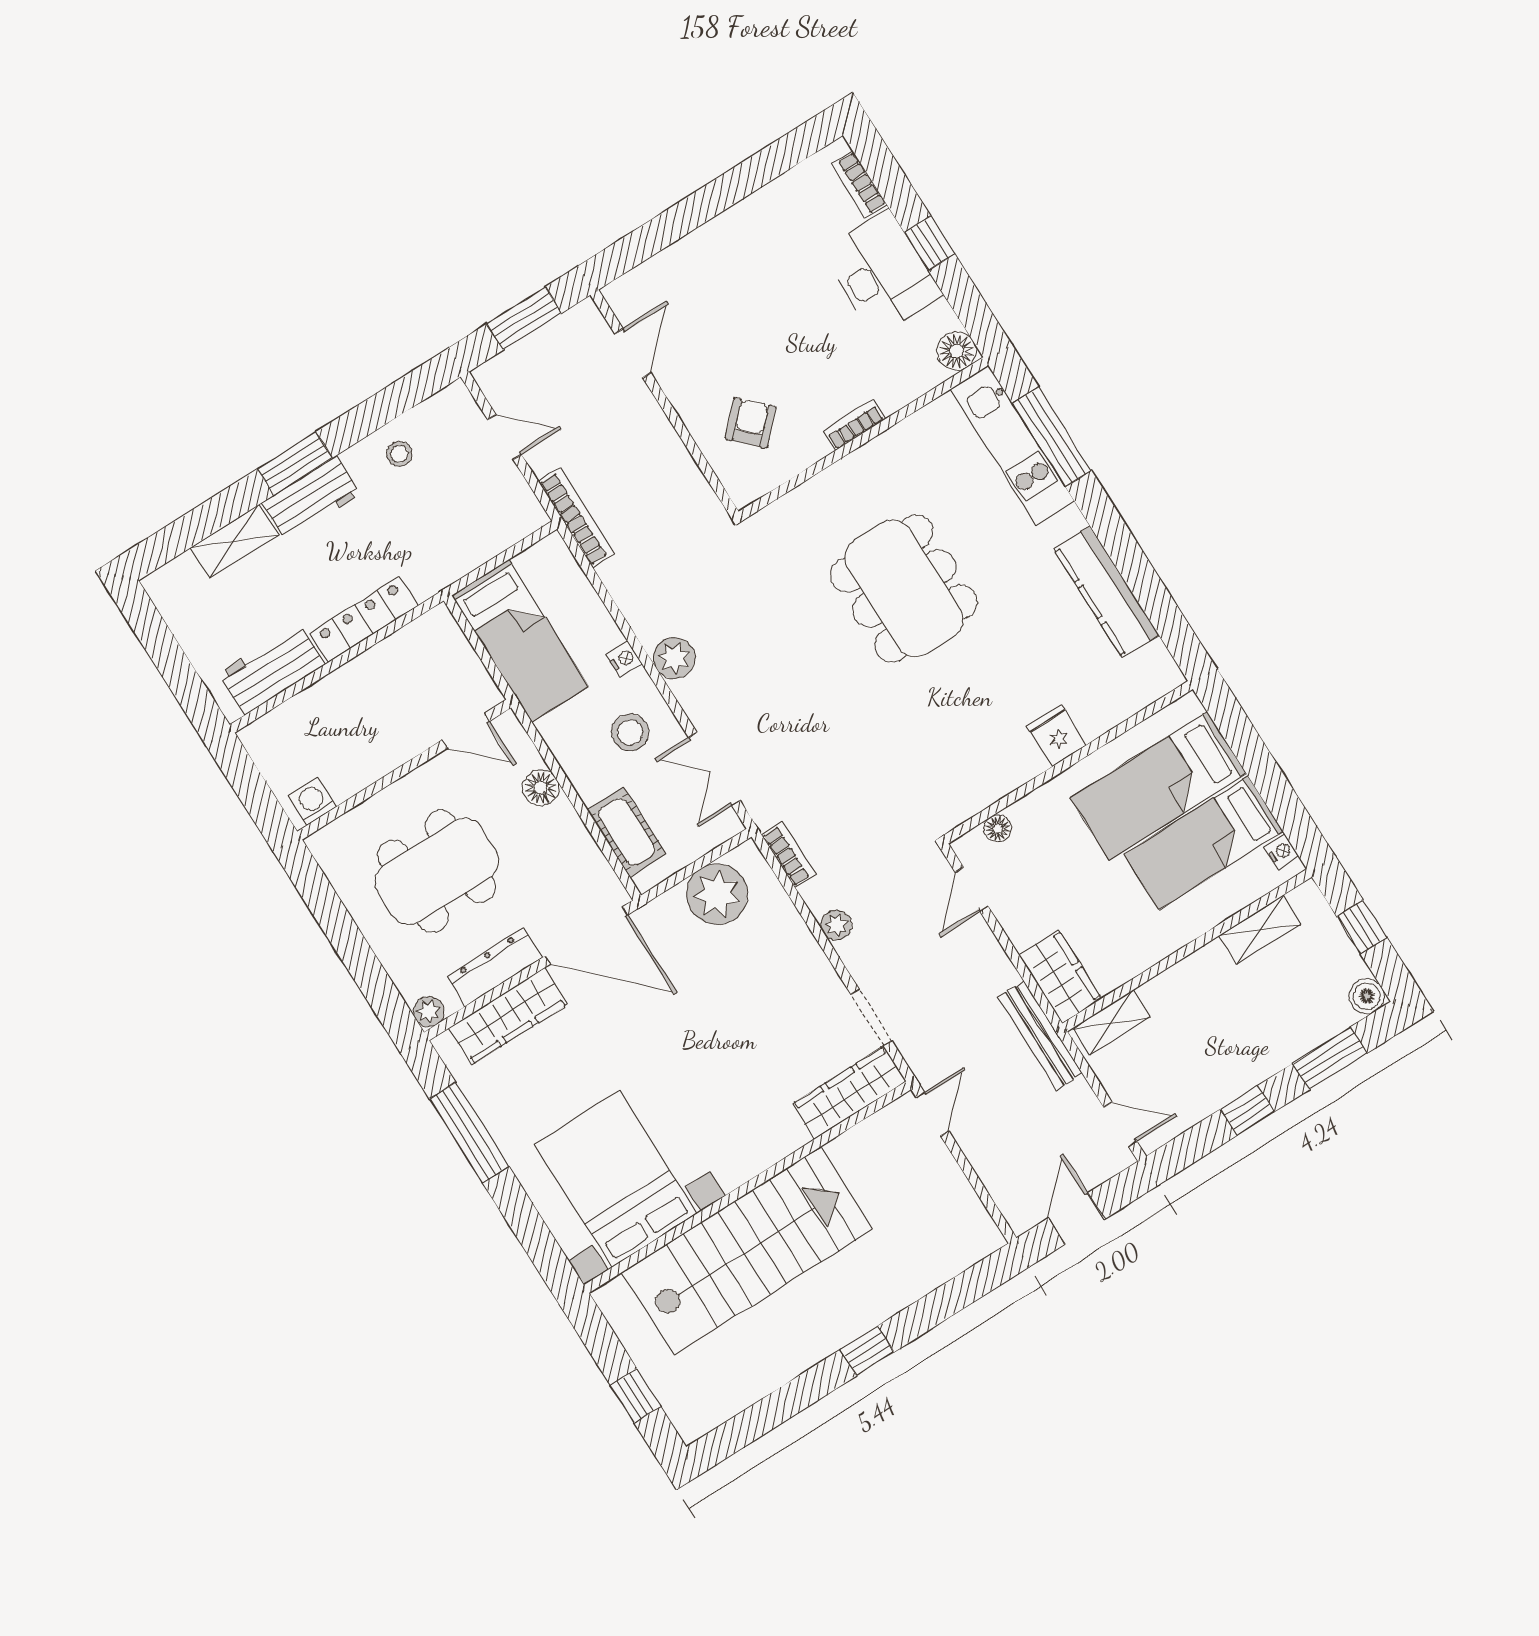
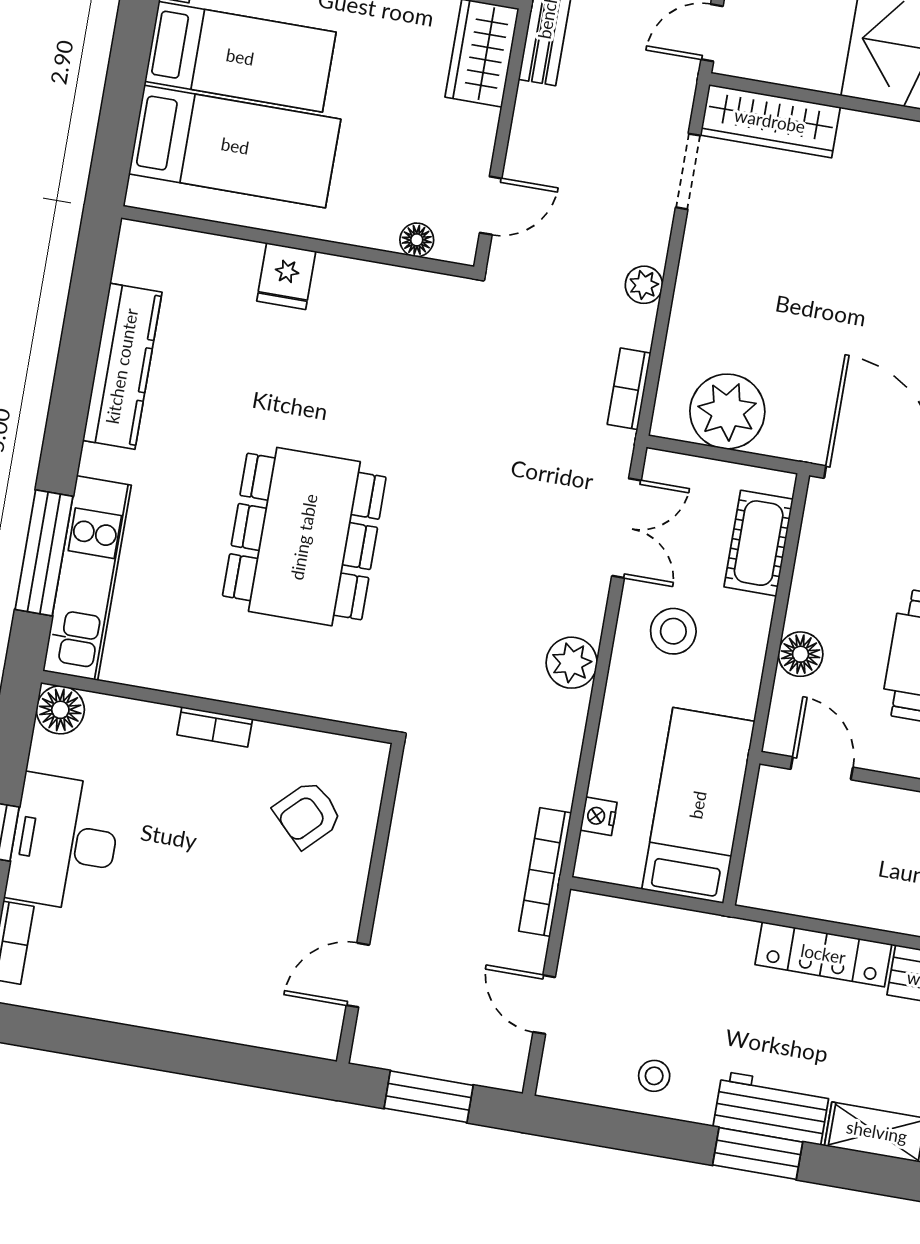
nightstand: (624, 659) -> (599, 816), moved

